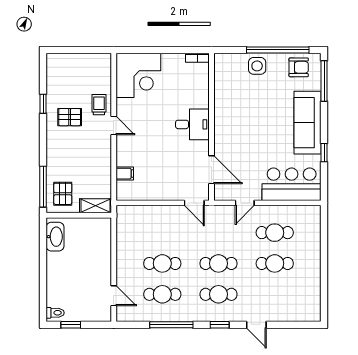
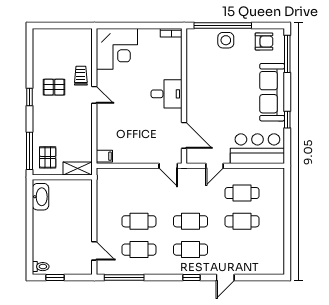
window: (278, 50) -> (223, 26), moved
window: (43, 104) -> (30, 97), moved
filing cabinet: (125, 174) -> (104, 156), moved
window: (171, 325) -> (124, 278), moved
door: (256, 325) -> (225, 278), hinge flipped

